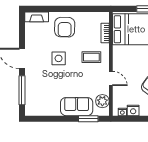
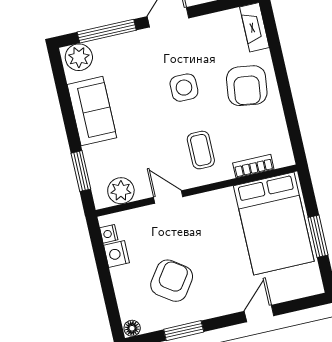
armchair: (65, 27) -> (247, 86), turned -83
door: (111, 78) -> (168, 197), swing flipped
plant: (32, 107) -> (79, 57), added
sofa: (77, 107) -> (92, 111), moved

